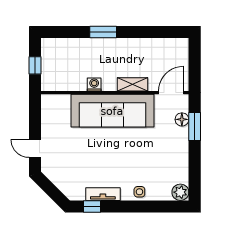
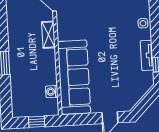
washing machine: (94, 84) -> (52, 92), moved
sofa: (112, 111) -> (74, 77), moved

